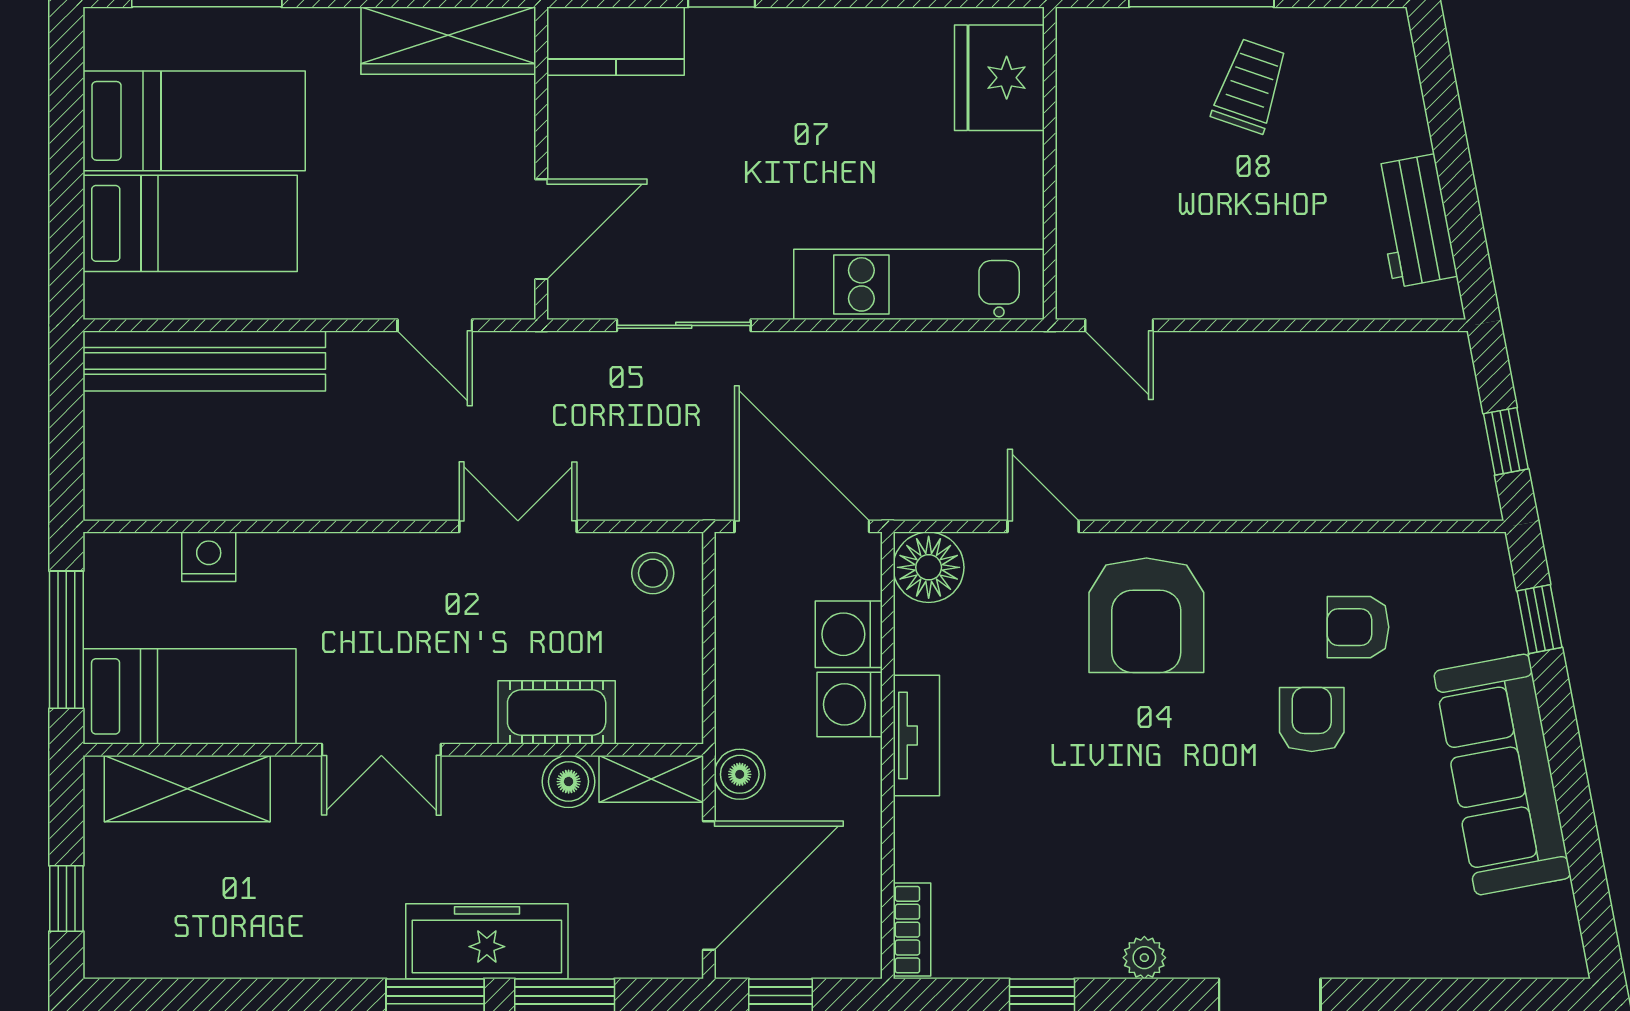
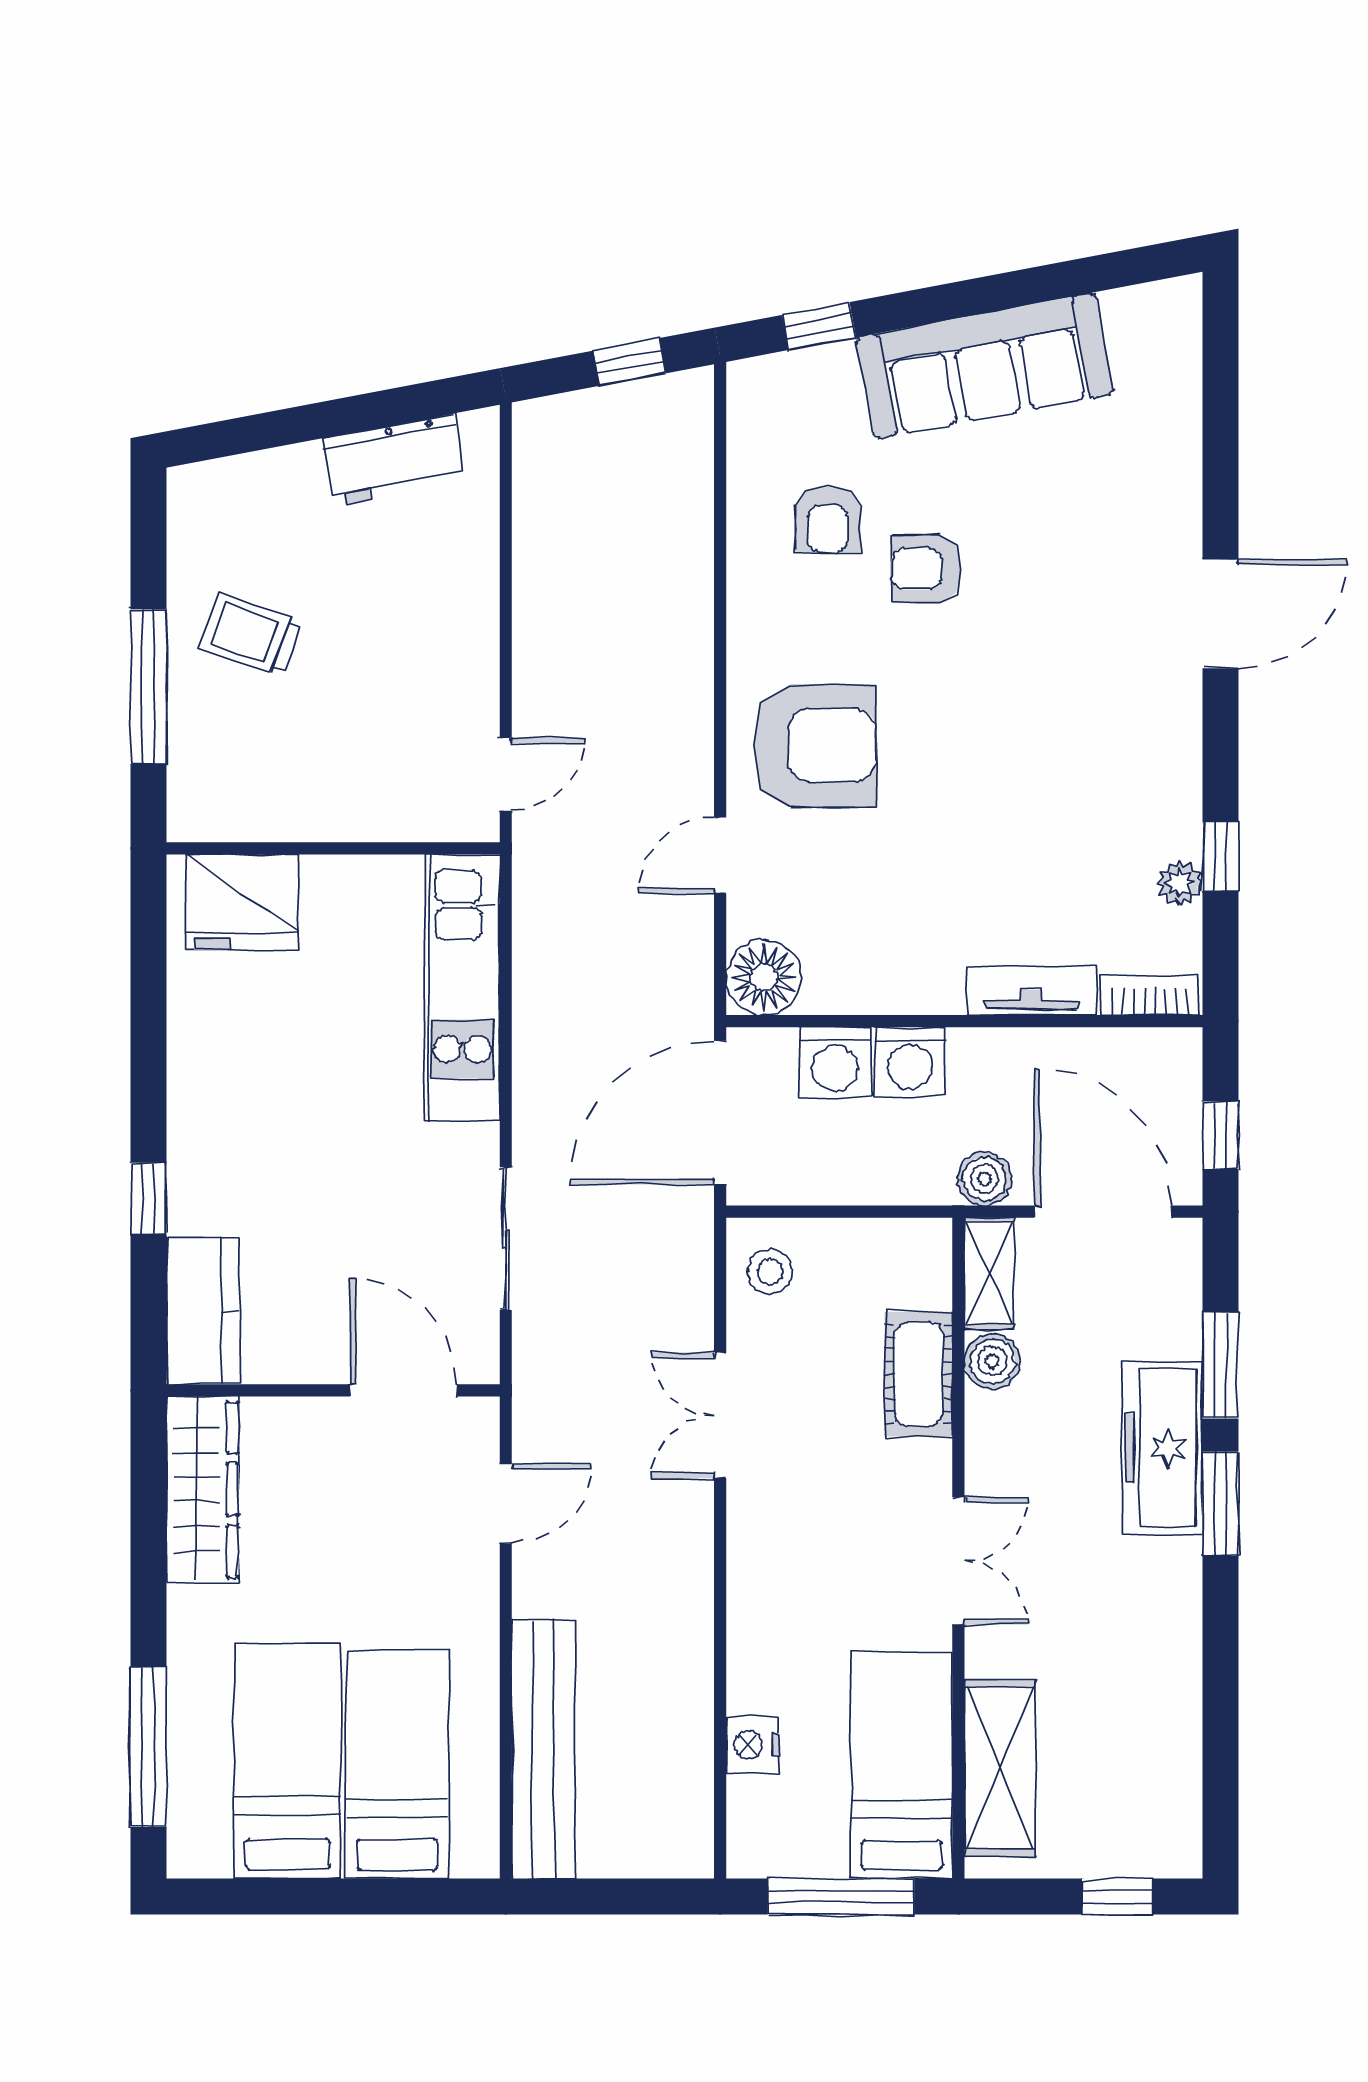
tv unit: (916, 736) -> (1031, 991), moved
plant: (1144, 958) -> (1180, 883), moved

